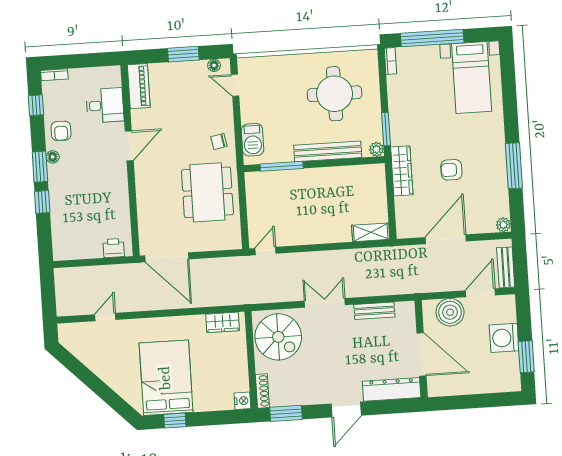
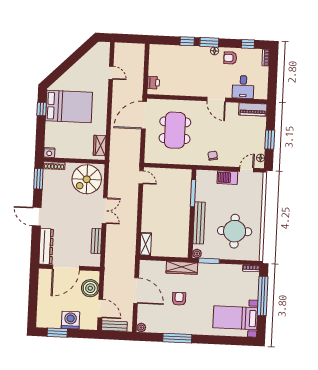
barbecue: (253, 140) -> (227, 178), moved
dining table: (207, 192) -> (175, 130), moved, turned 90

